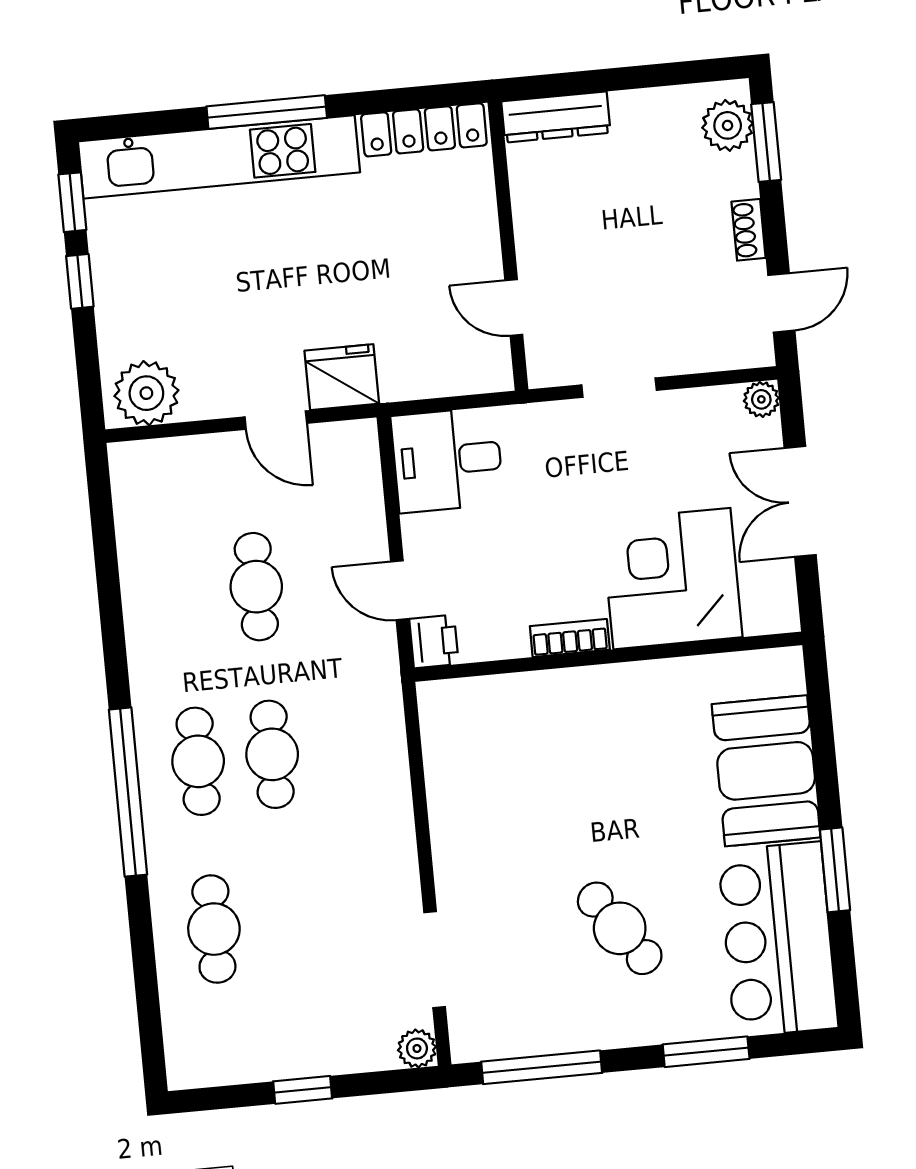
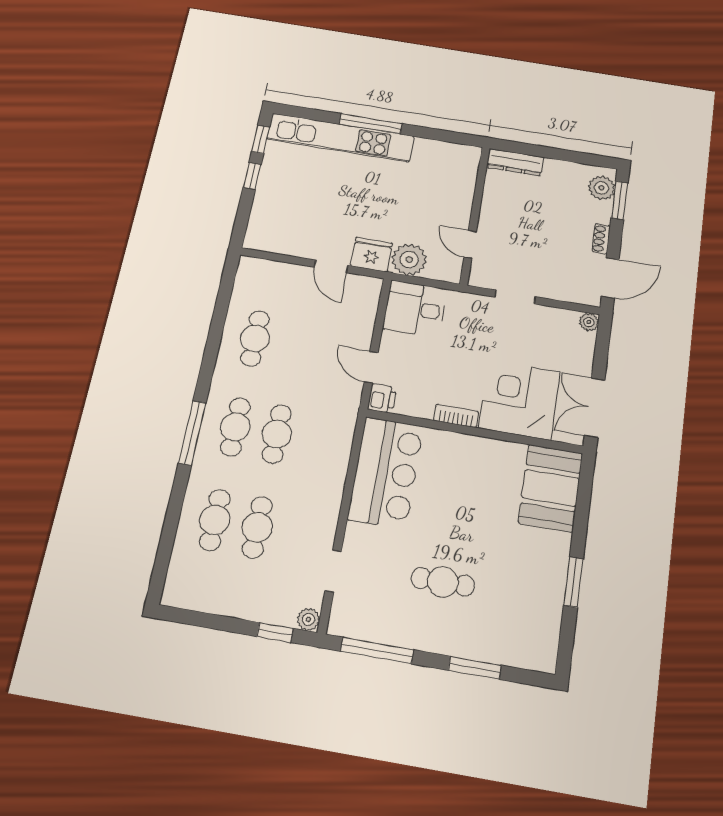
locker: (424, 130) -> (447, 151), removed
door: (781, 303) -> (610, 278), width x1.38
plant: (146, 393) -> (409, 260), moved
double door: (800, 501) -> (595, 408), moved
cafe table: (256, 587) -> (255, 339), moved
booth: (766, 771) -> (551, 488), moved
window: (128, 792) -> (192, 433), width x0.68
cafe table: (288, 922) -> (257, 527), added
cafe table: (620, 928) -> (443, 582), turned -55
bar counter: (778, 939) -> (386, 472), moved, turned 180
doorway: (435, 960) -> (333, 571), width x0.73
window: (303, 1090) -> (275, 632), moved

